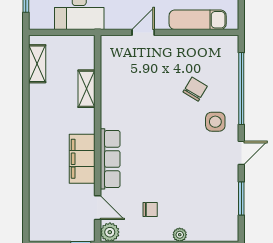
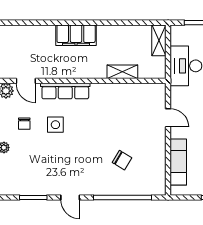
shelving: (37, 64) -> (159, 40), moved, turned 90
side table: (215, 122) -> (55, 125), moved
filing cabinet: (82, 159) -> (76, 35), moved, turned 180
door: (98, 208) -> (26, 81), hinge flipped

